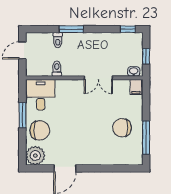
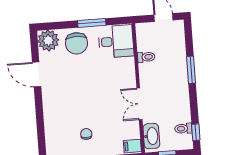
toilet: (58, 40) -> (183, 129), moved
washbasin: (134, 71) -> (151, 136), width x1.91, depth x1.45
chair: (122, 128) -> (86, 134), width x0.54, depth x0.54

